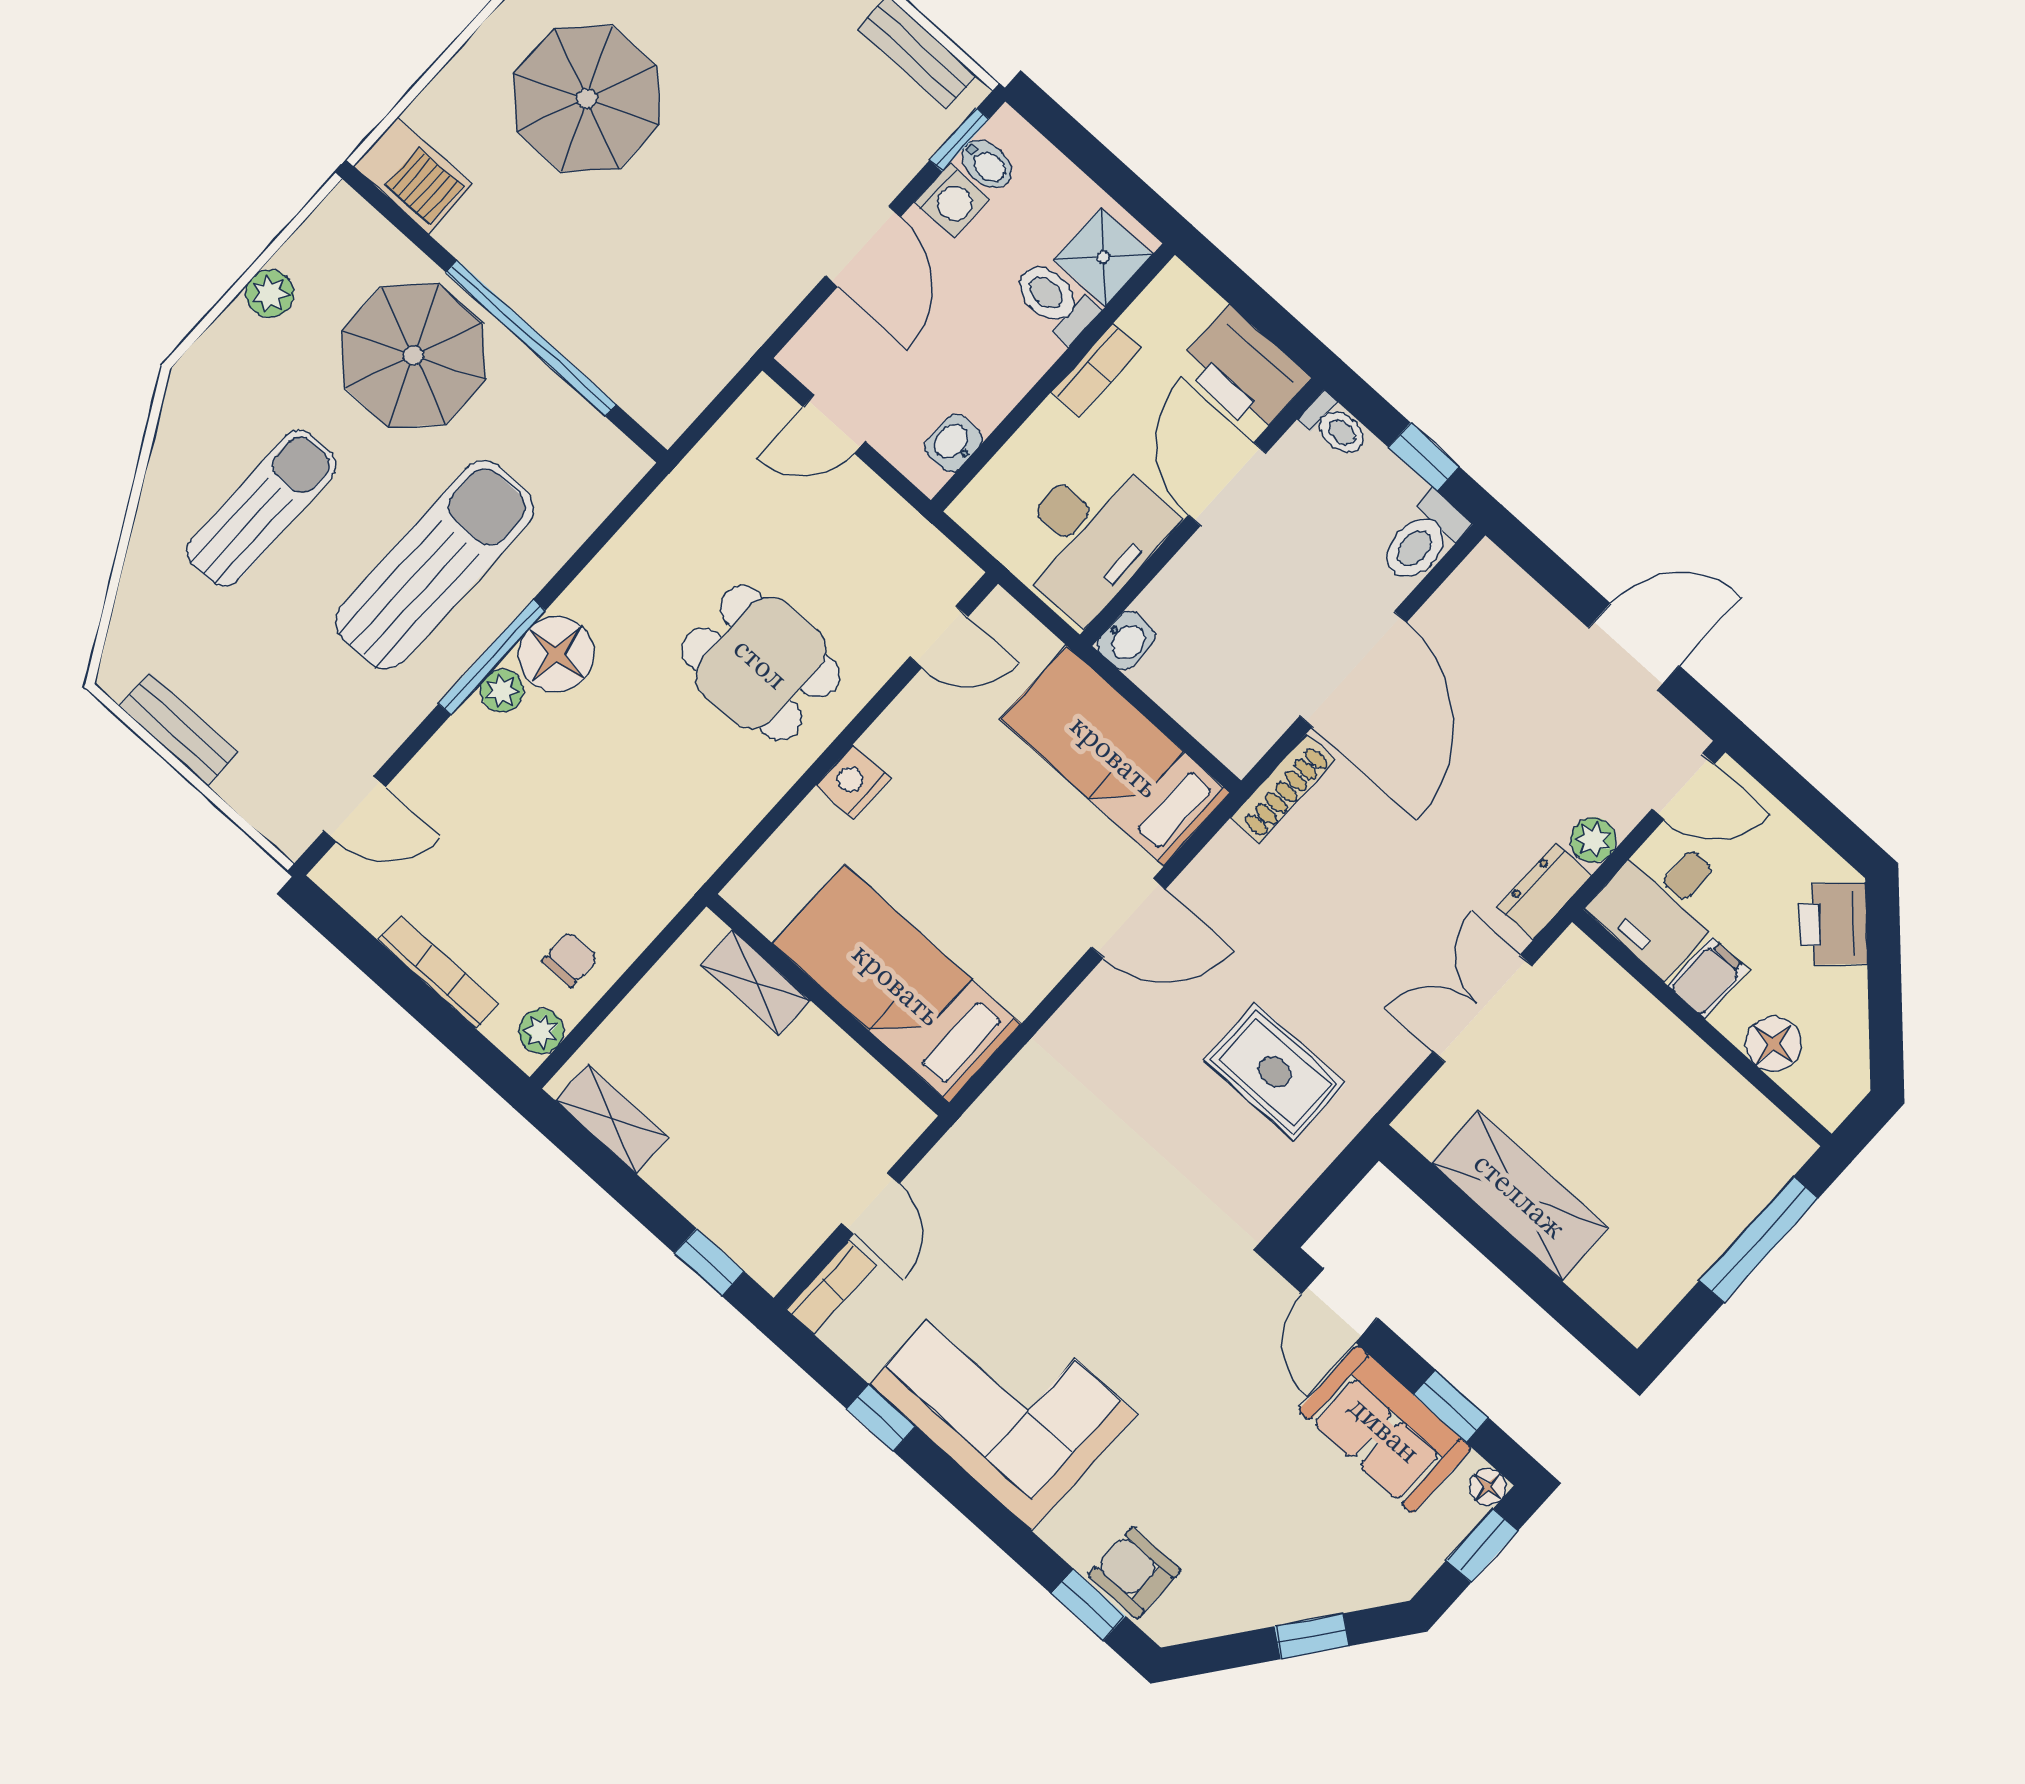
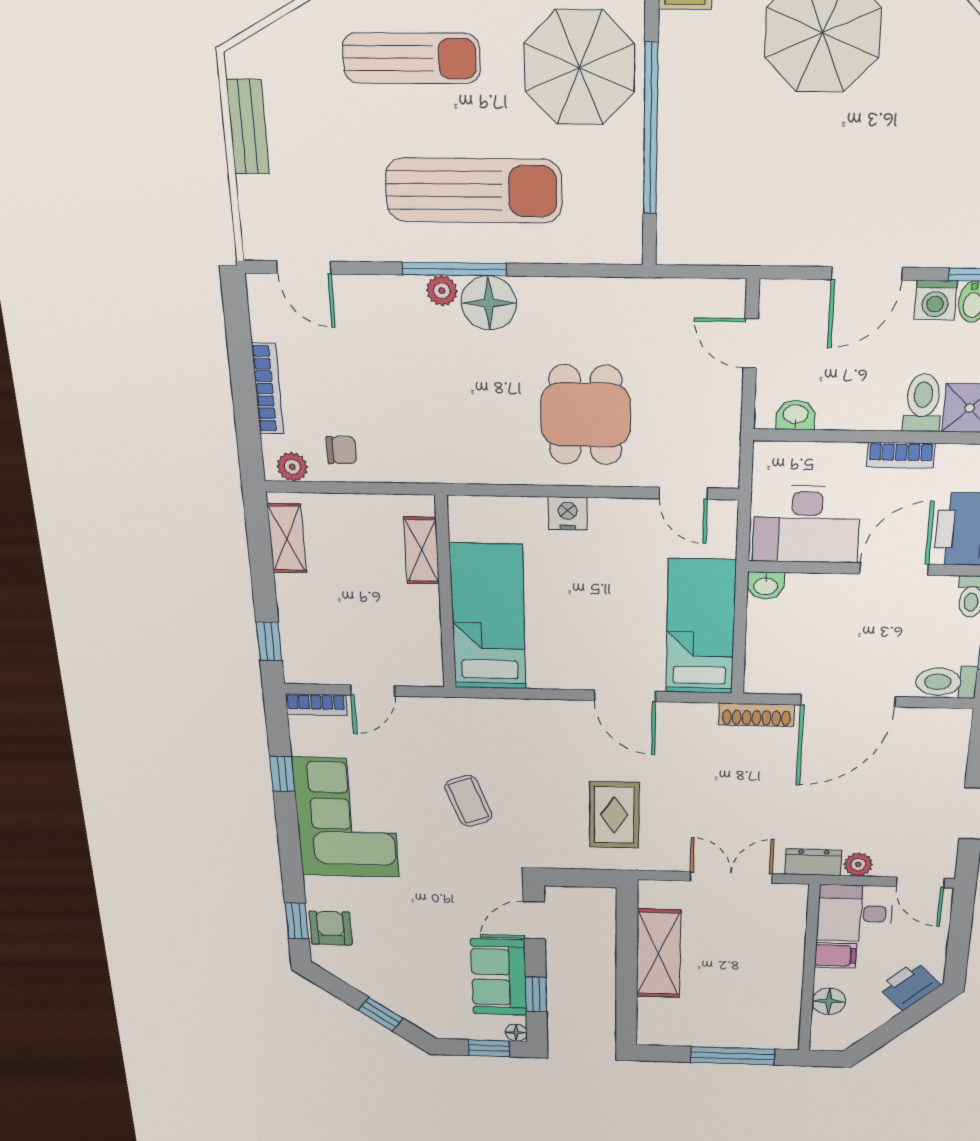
coffee table: (1107, 1229) -> (468, 801), added

